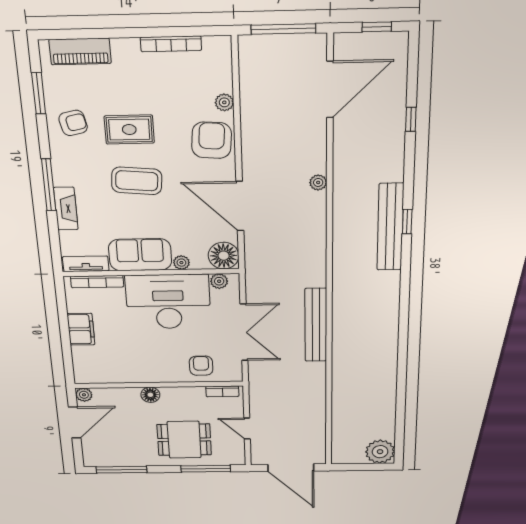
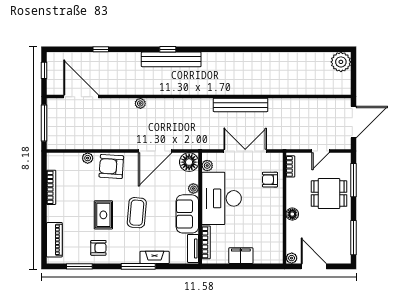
armchair: (73, 123) -> (98, 248), turned 103
dining table: (184, 440) -> (329, 194), turned 90

